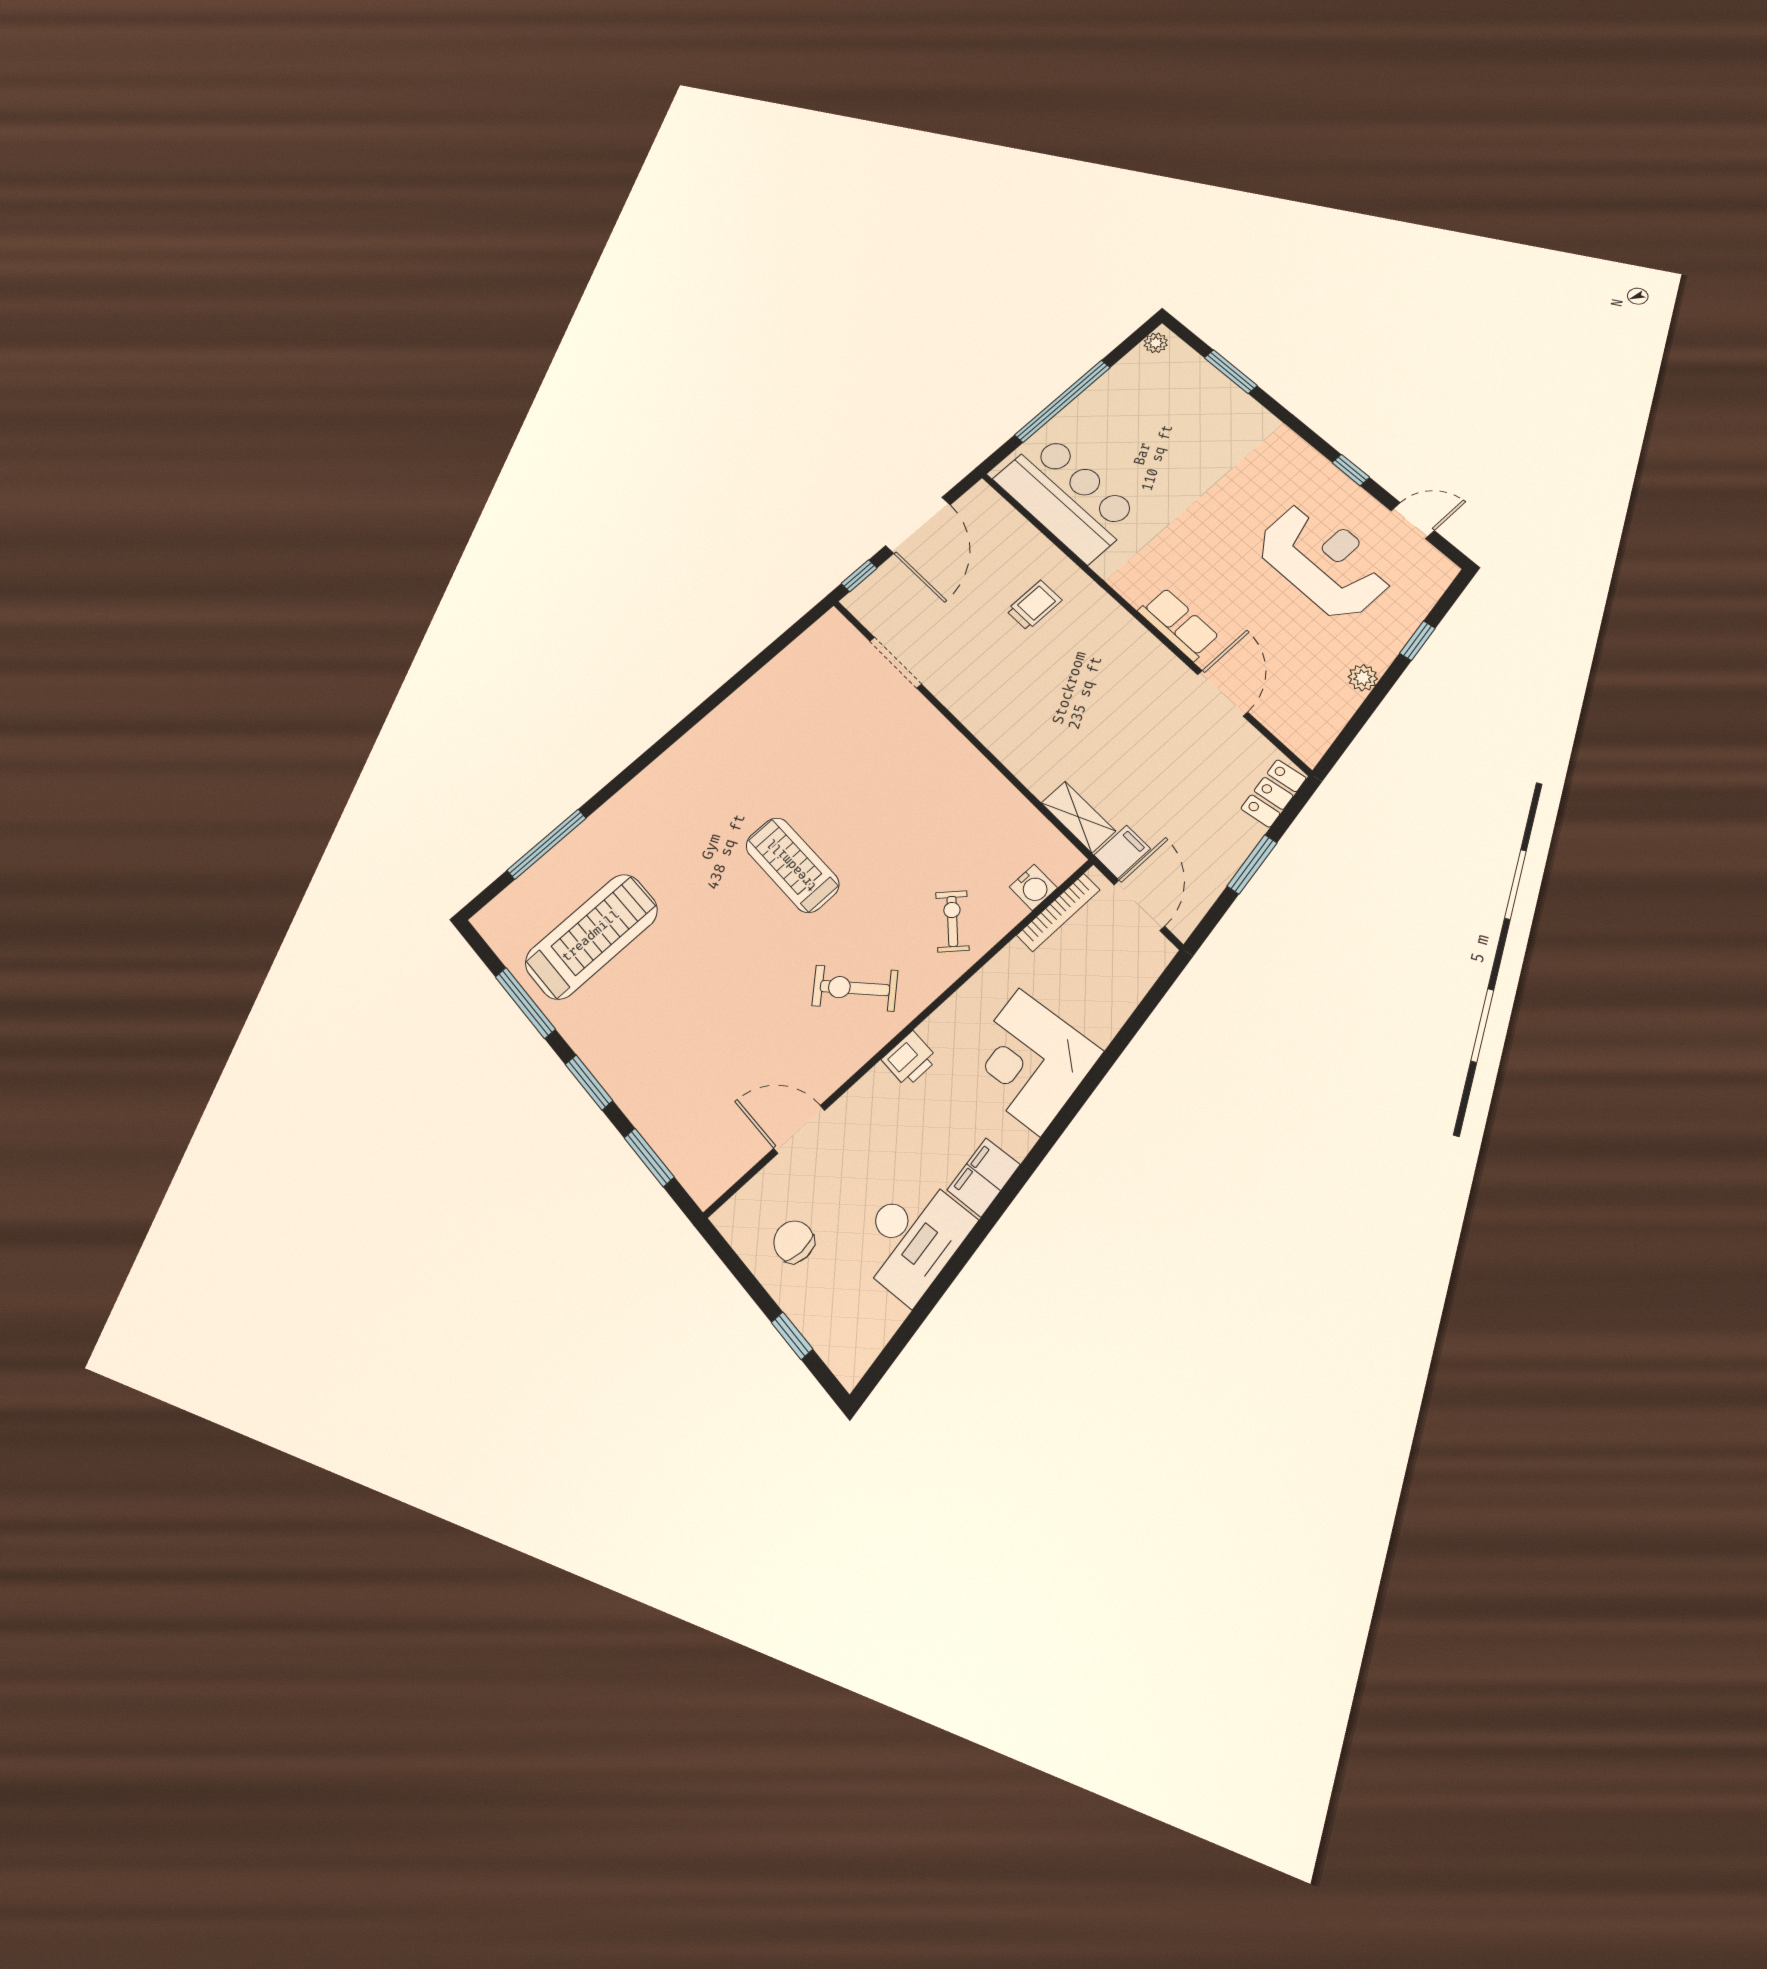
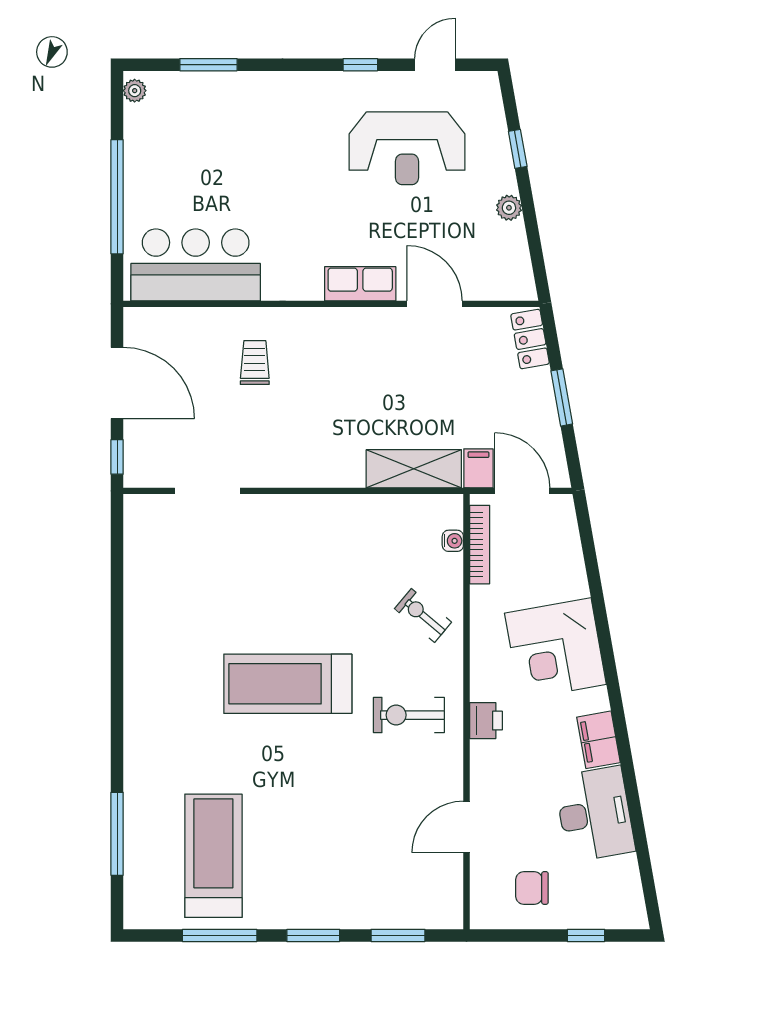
reception desk: (1324, 560) -> (407, 148), turned 180
shelving: (1078, 817) -> (414, 469), width x1.50, depth x1.33
treadmill: (792, 865) -> (288, 684), width x1.37, depth x1.38
water cooler: (1033, 887) -> (453, 541), width x0.72, depth x0.72
exercise bike: (855, 988) -> (409, 715), turned 43

